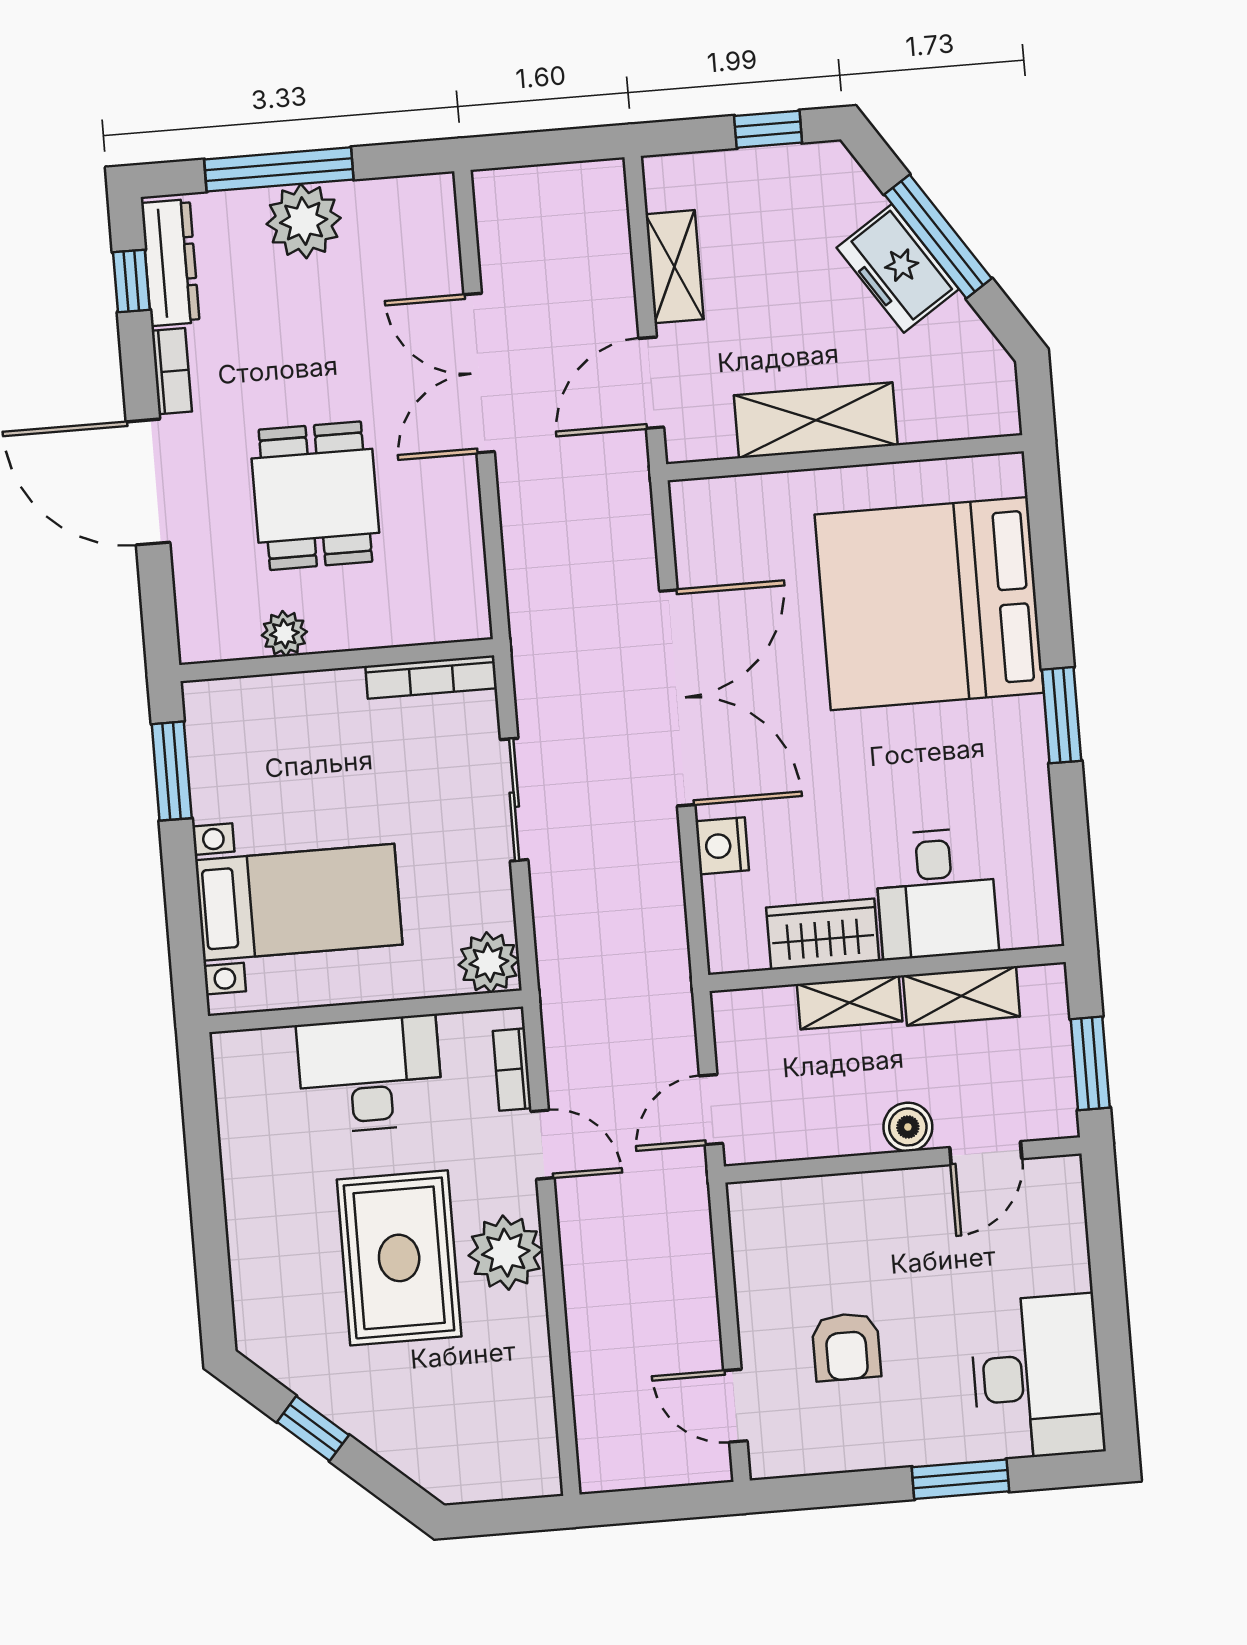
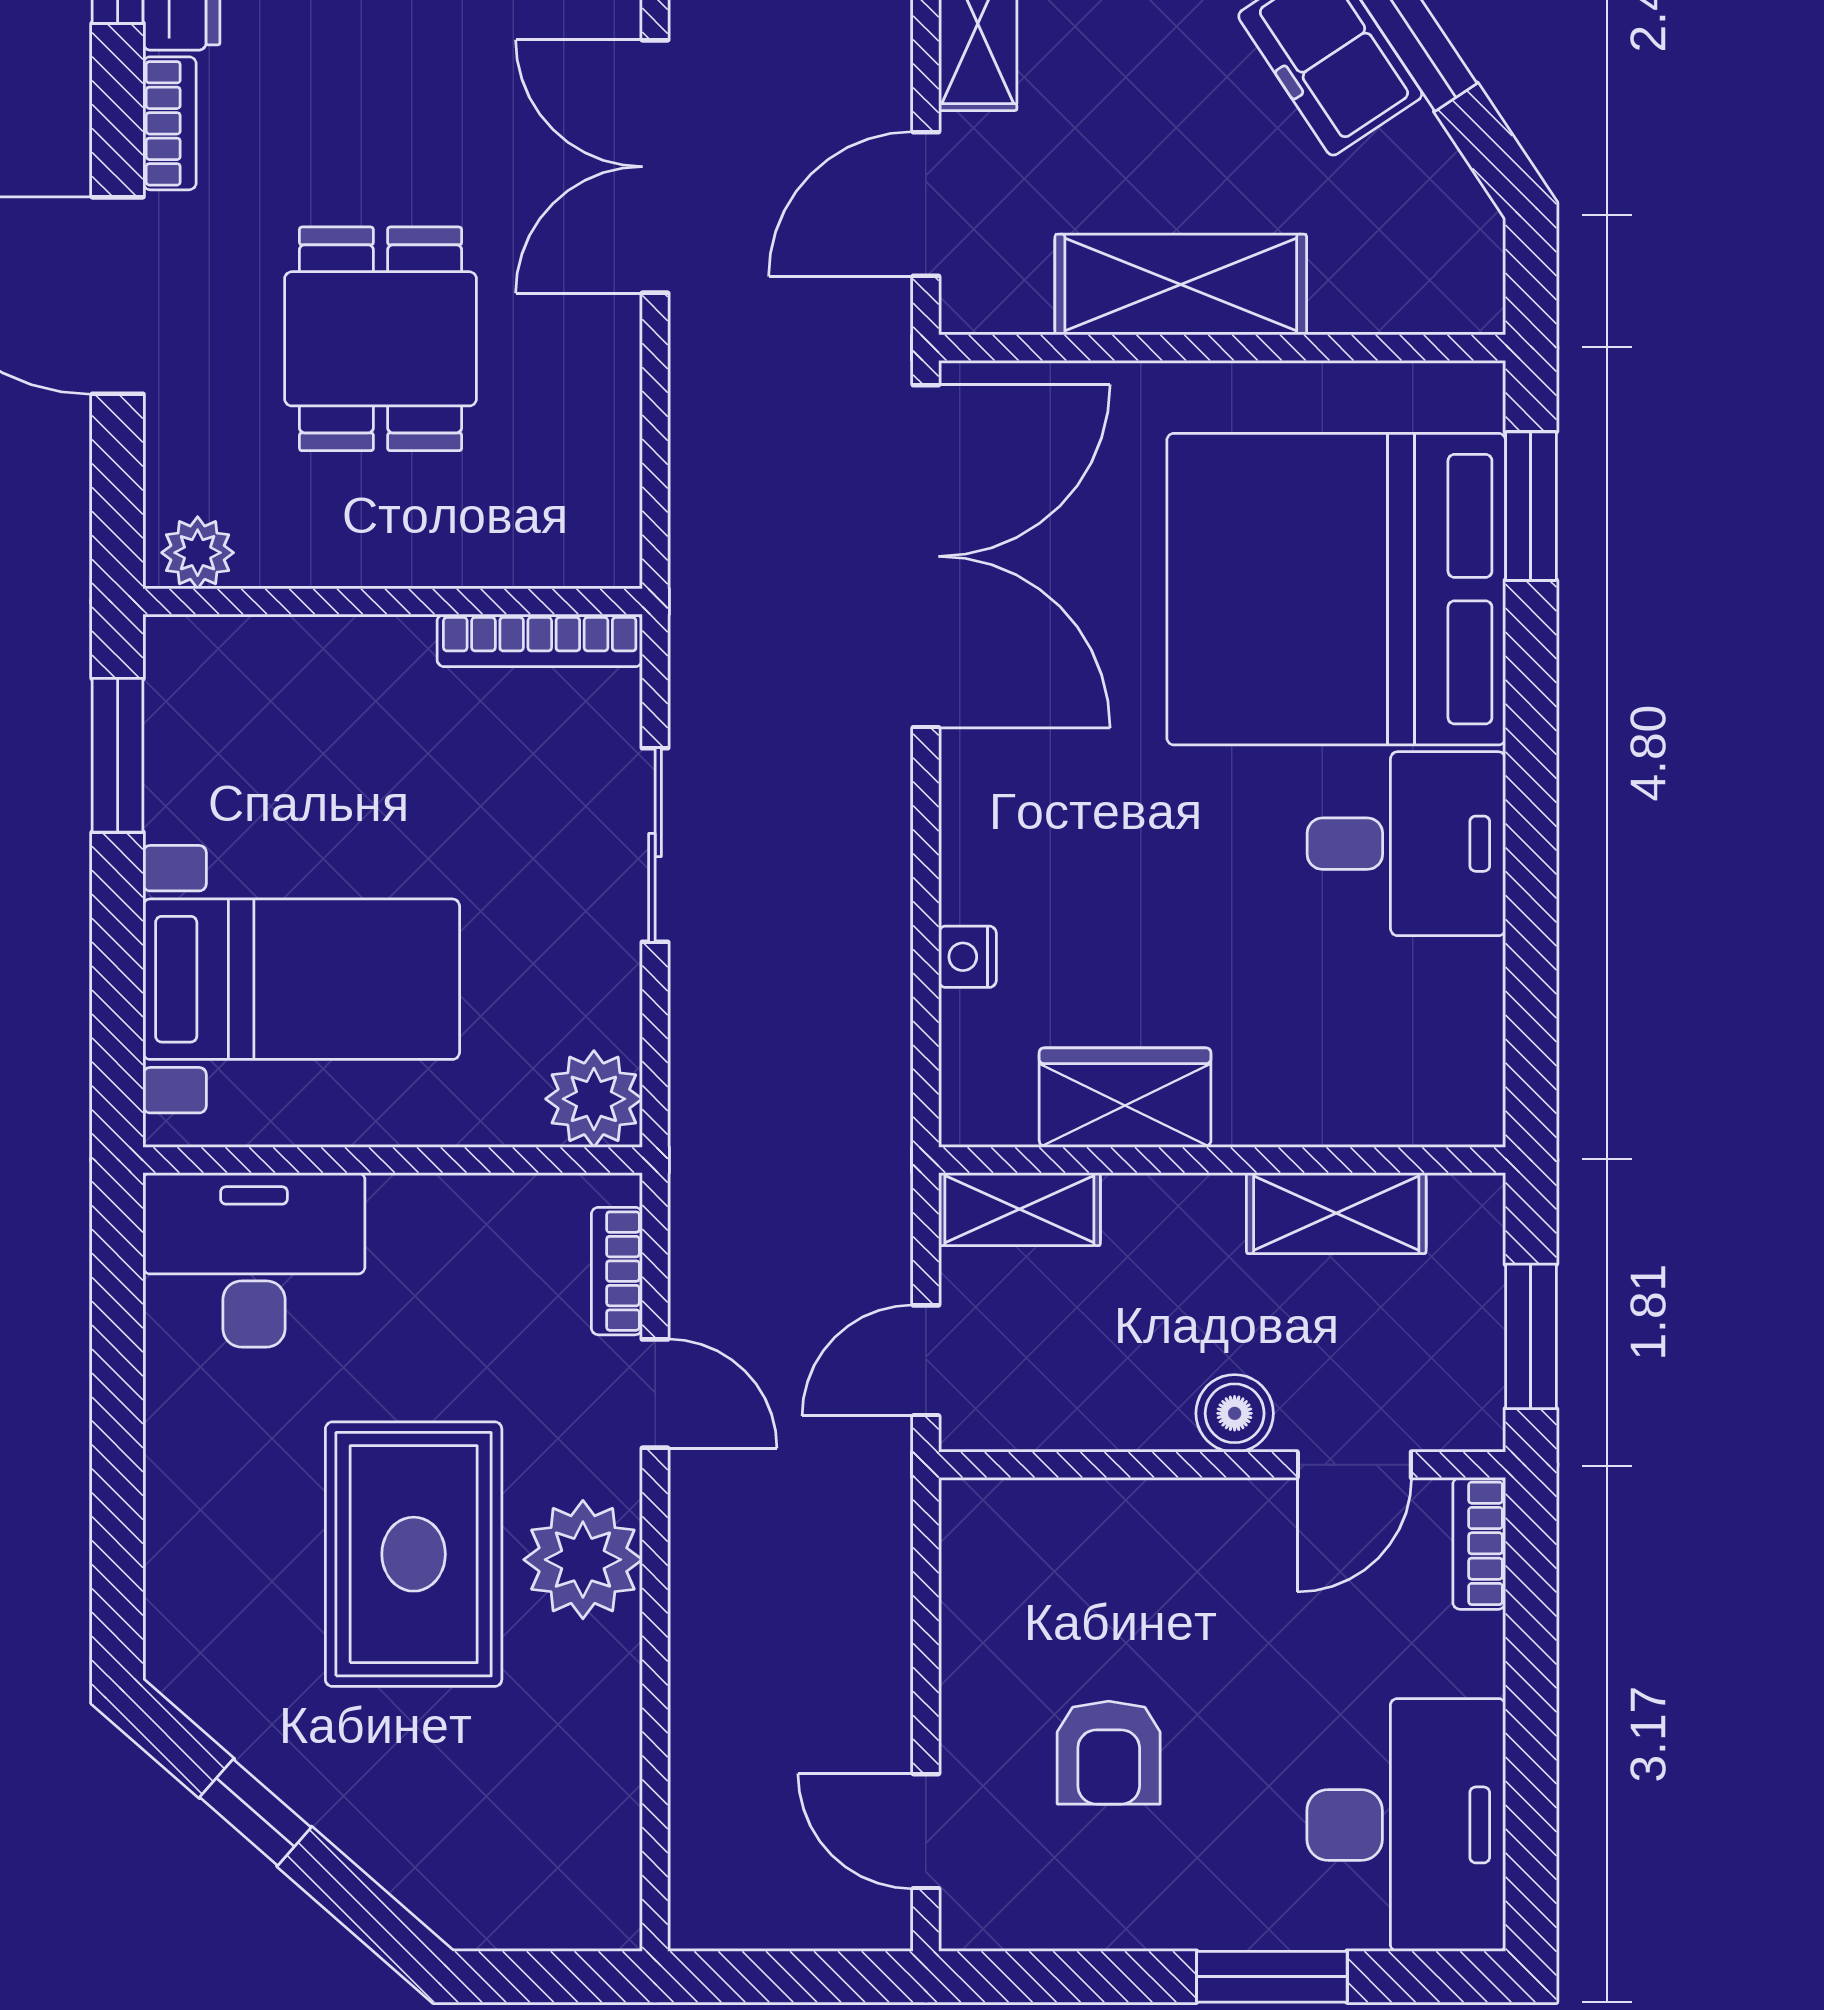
plant: (284, 634) -> (198, 553), moved
double door: (677, 698) -> (926, 556), moved
window: (1062, 715) -> (1531, 506), moved
nightstand: (722, 846) -> (967, 957), width x0.72, depth x0.74
desk: (936, 894) -> (1406, 844), moved, turned -90
shelving: (850, 1003) -> (1019, 1209), moved
desk: (370, 1074) -> (254, 1260), moved
bookcase: (1068, 1196) -> (1479, 1543), added

